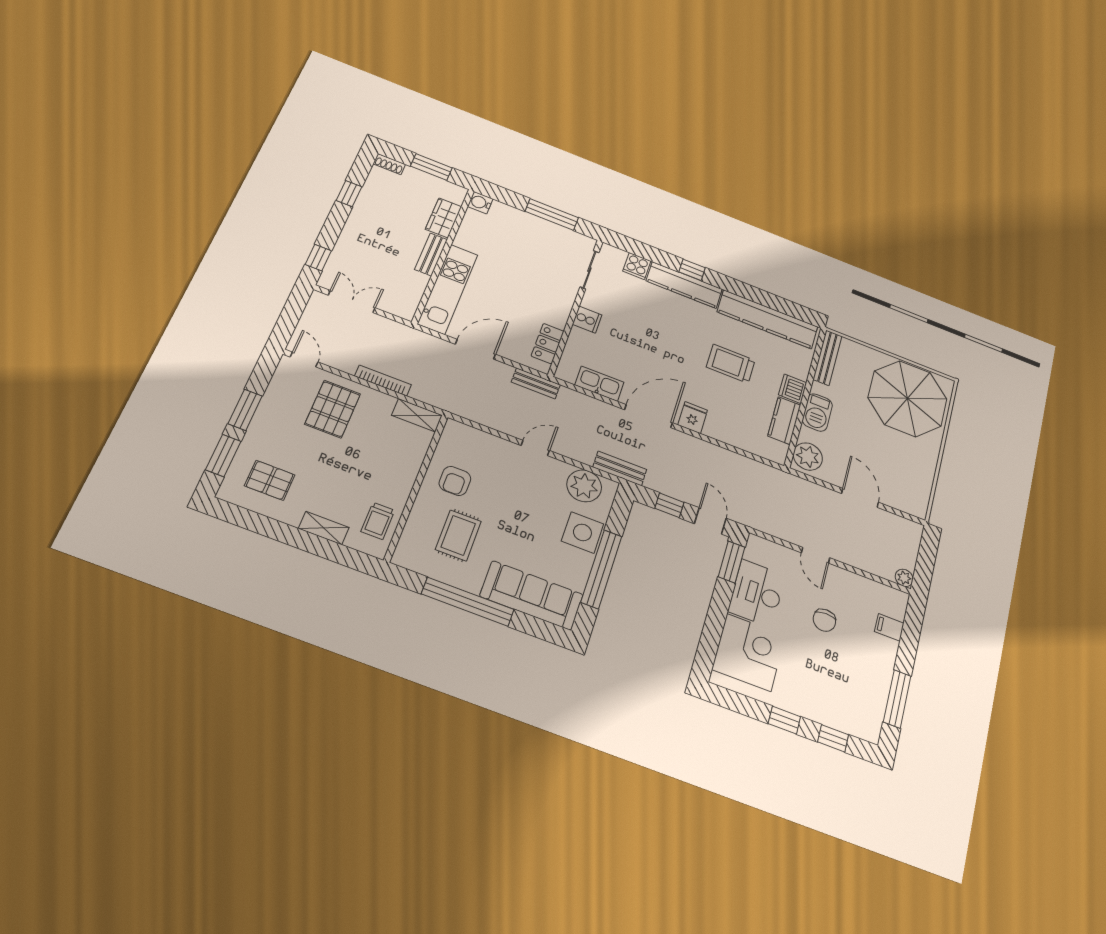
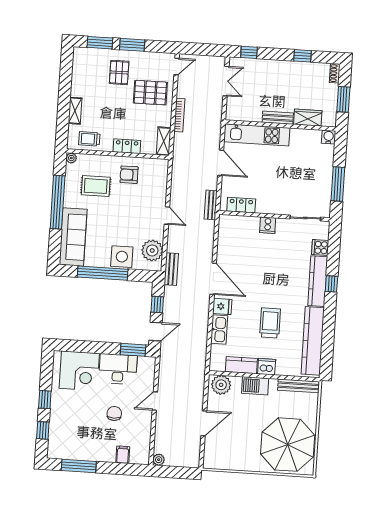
kitchen sink: (599, 384) -> (219, 330), moved
locker: (408, 470) -> (127, 146), added
pallet: (270, 480) -> (119, 72), moved
plant: (401, 558) -> (71, 158), added
chair: (824, 620) -> (114, 413), turned 90

